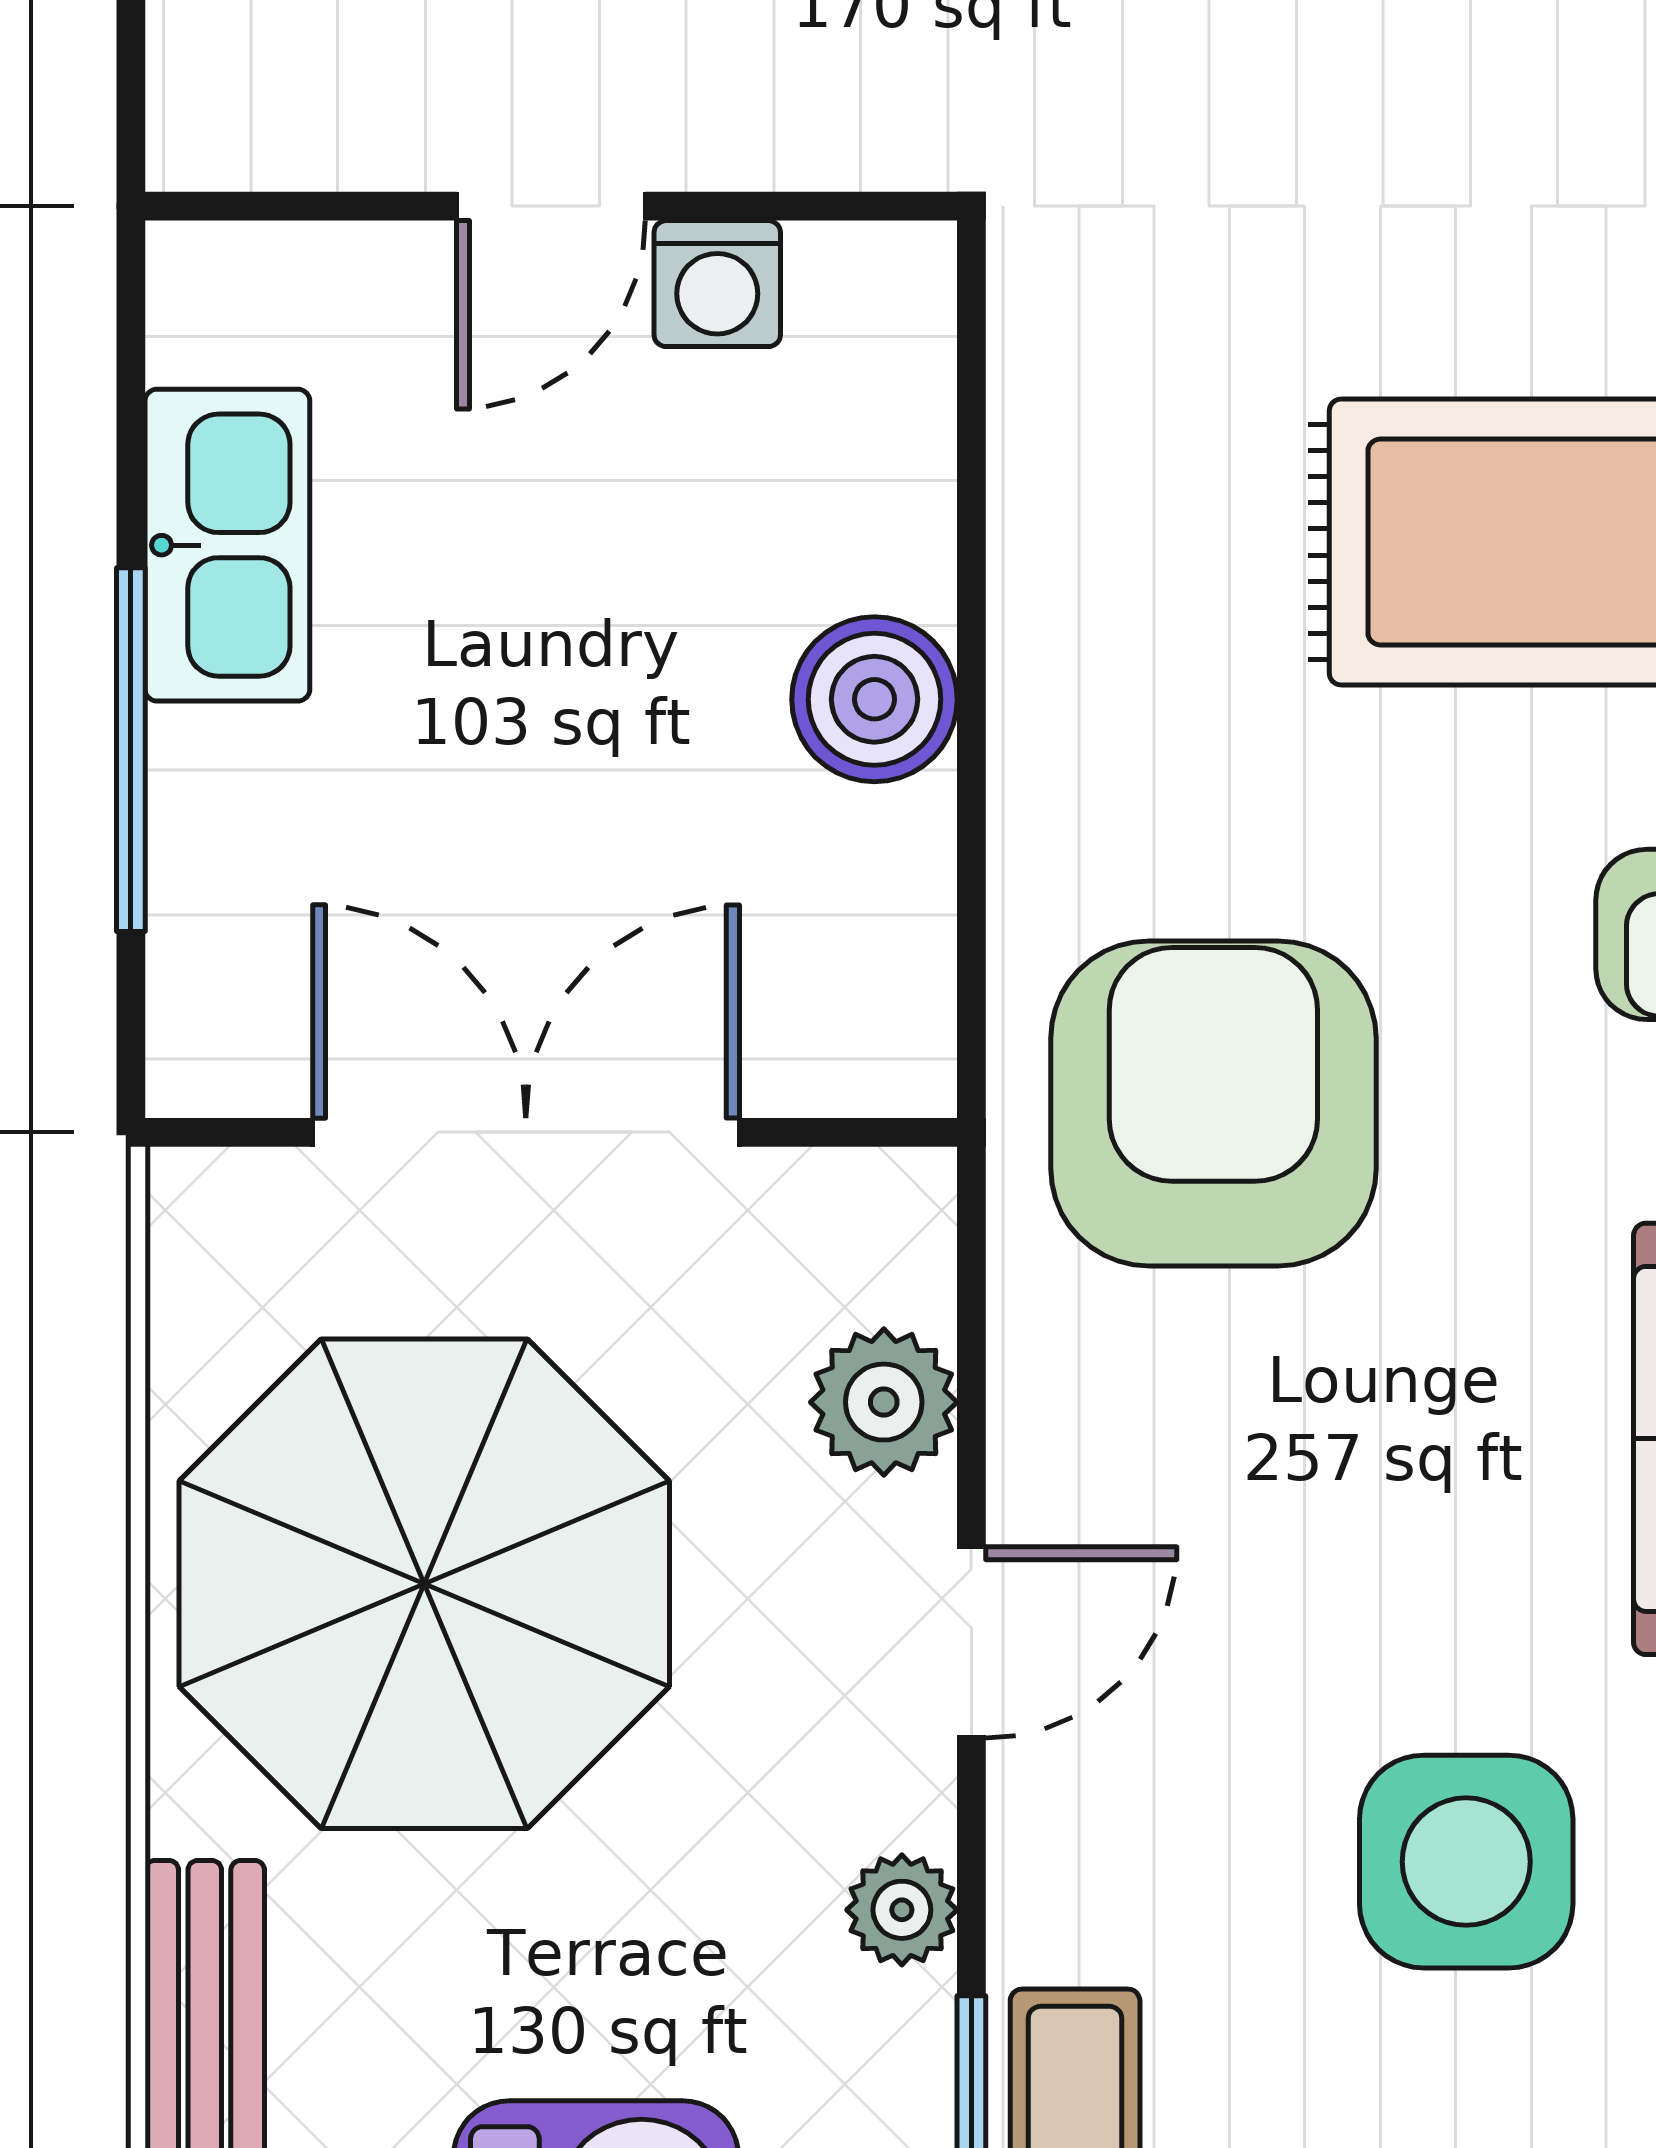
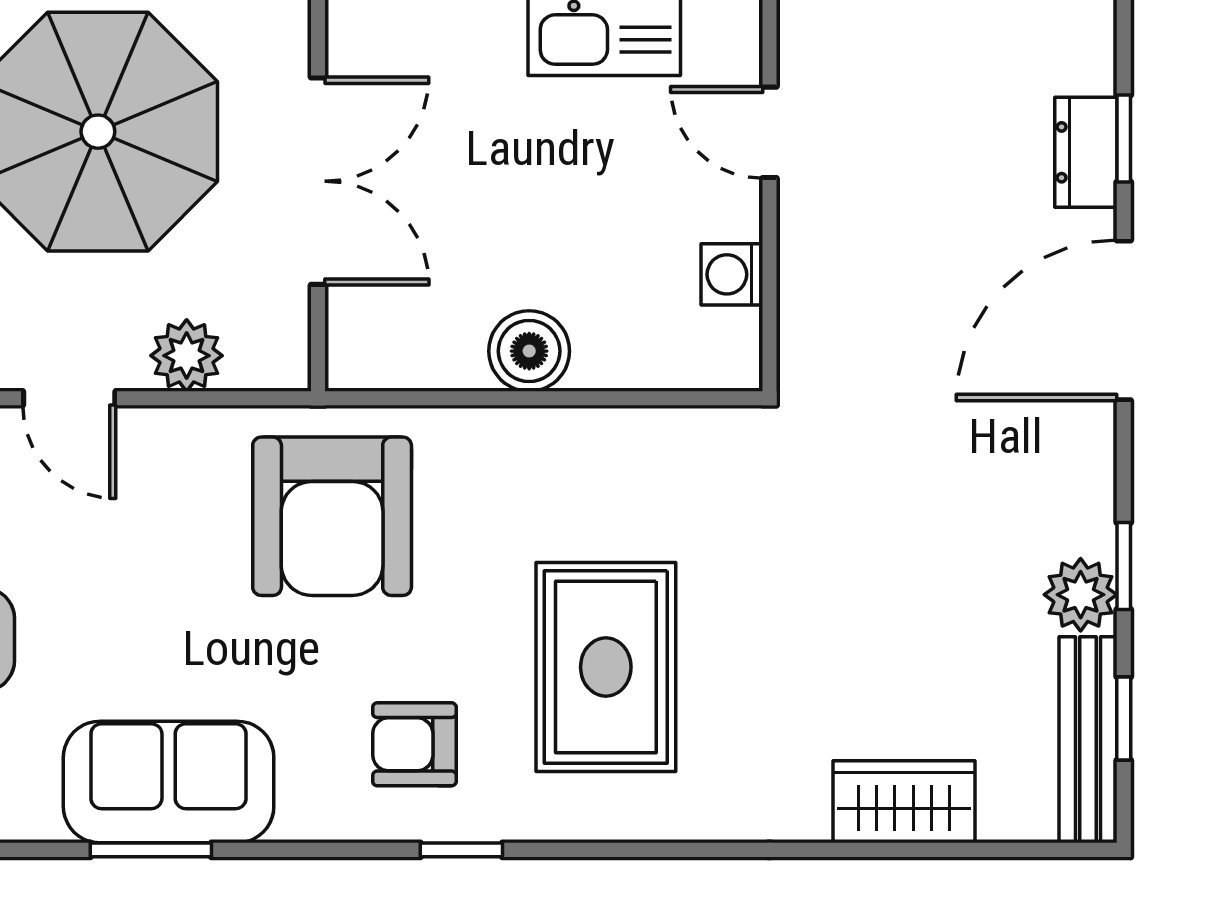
door: (551, 206) -> (770, 132), moved
armchair: (1213, 1103) -> (332, 516), turned 90

